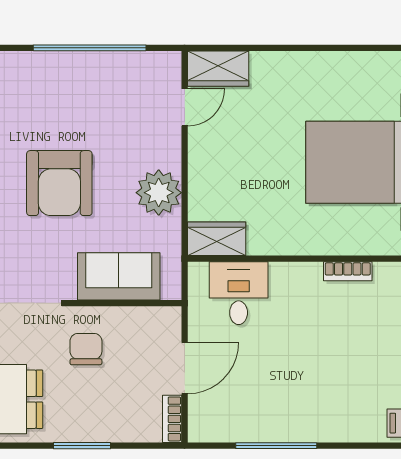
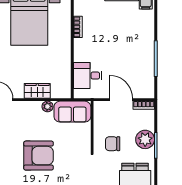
plant: (159, 193) -> (48, 106), width x0.53, depth x0.53
wardrobe: (217, 239) -> (37, 91), moved, turned 90
sofa: (119, 276) -> (72, 112), moved, turned -90
plant: (95, 422) -> (145, 139), added

